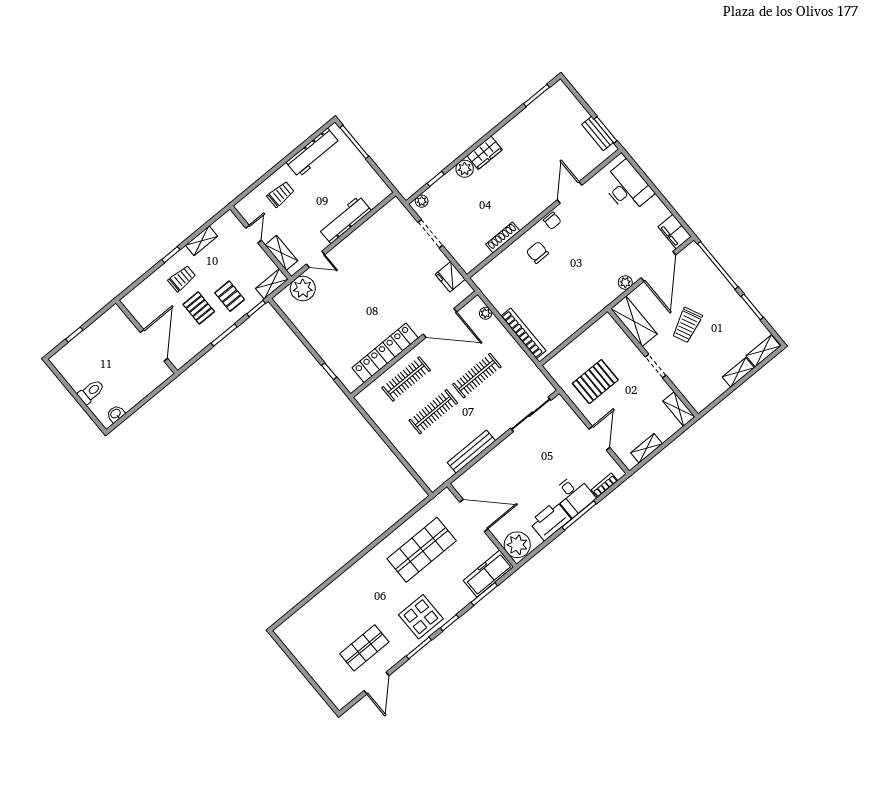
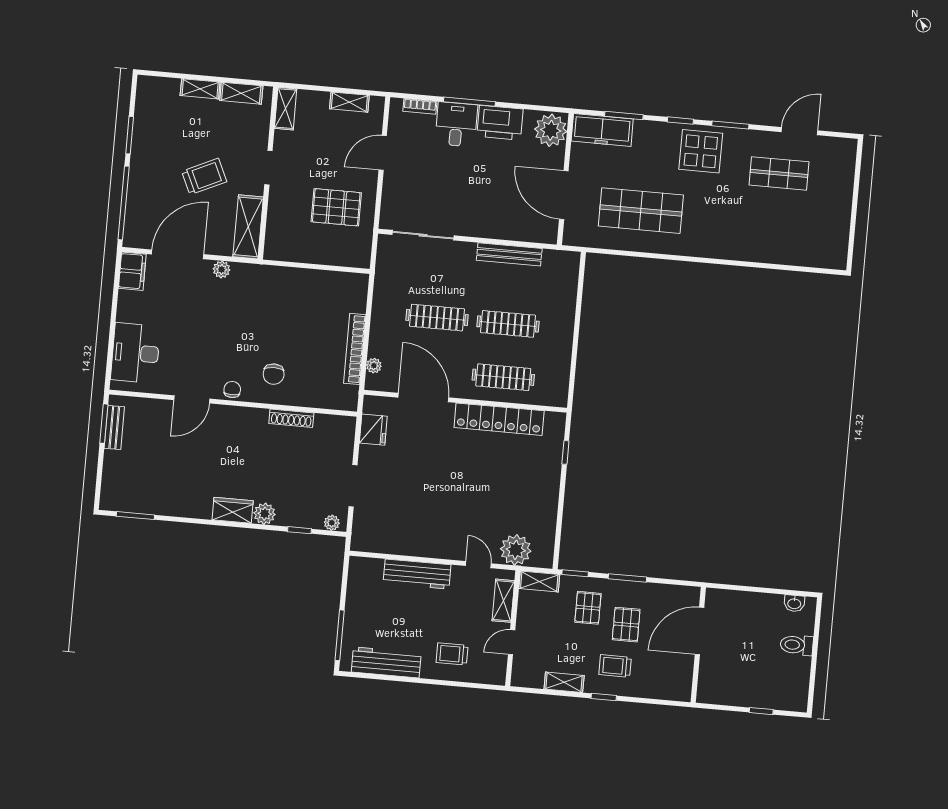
bookcase: (523, 333) -> (355, 349), moved
shelving: (763, 351) -> (241, 93), moved

